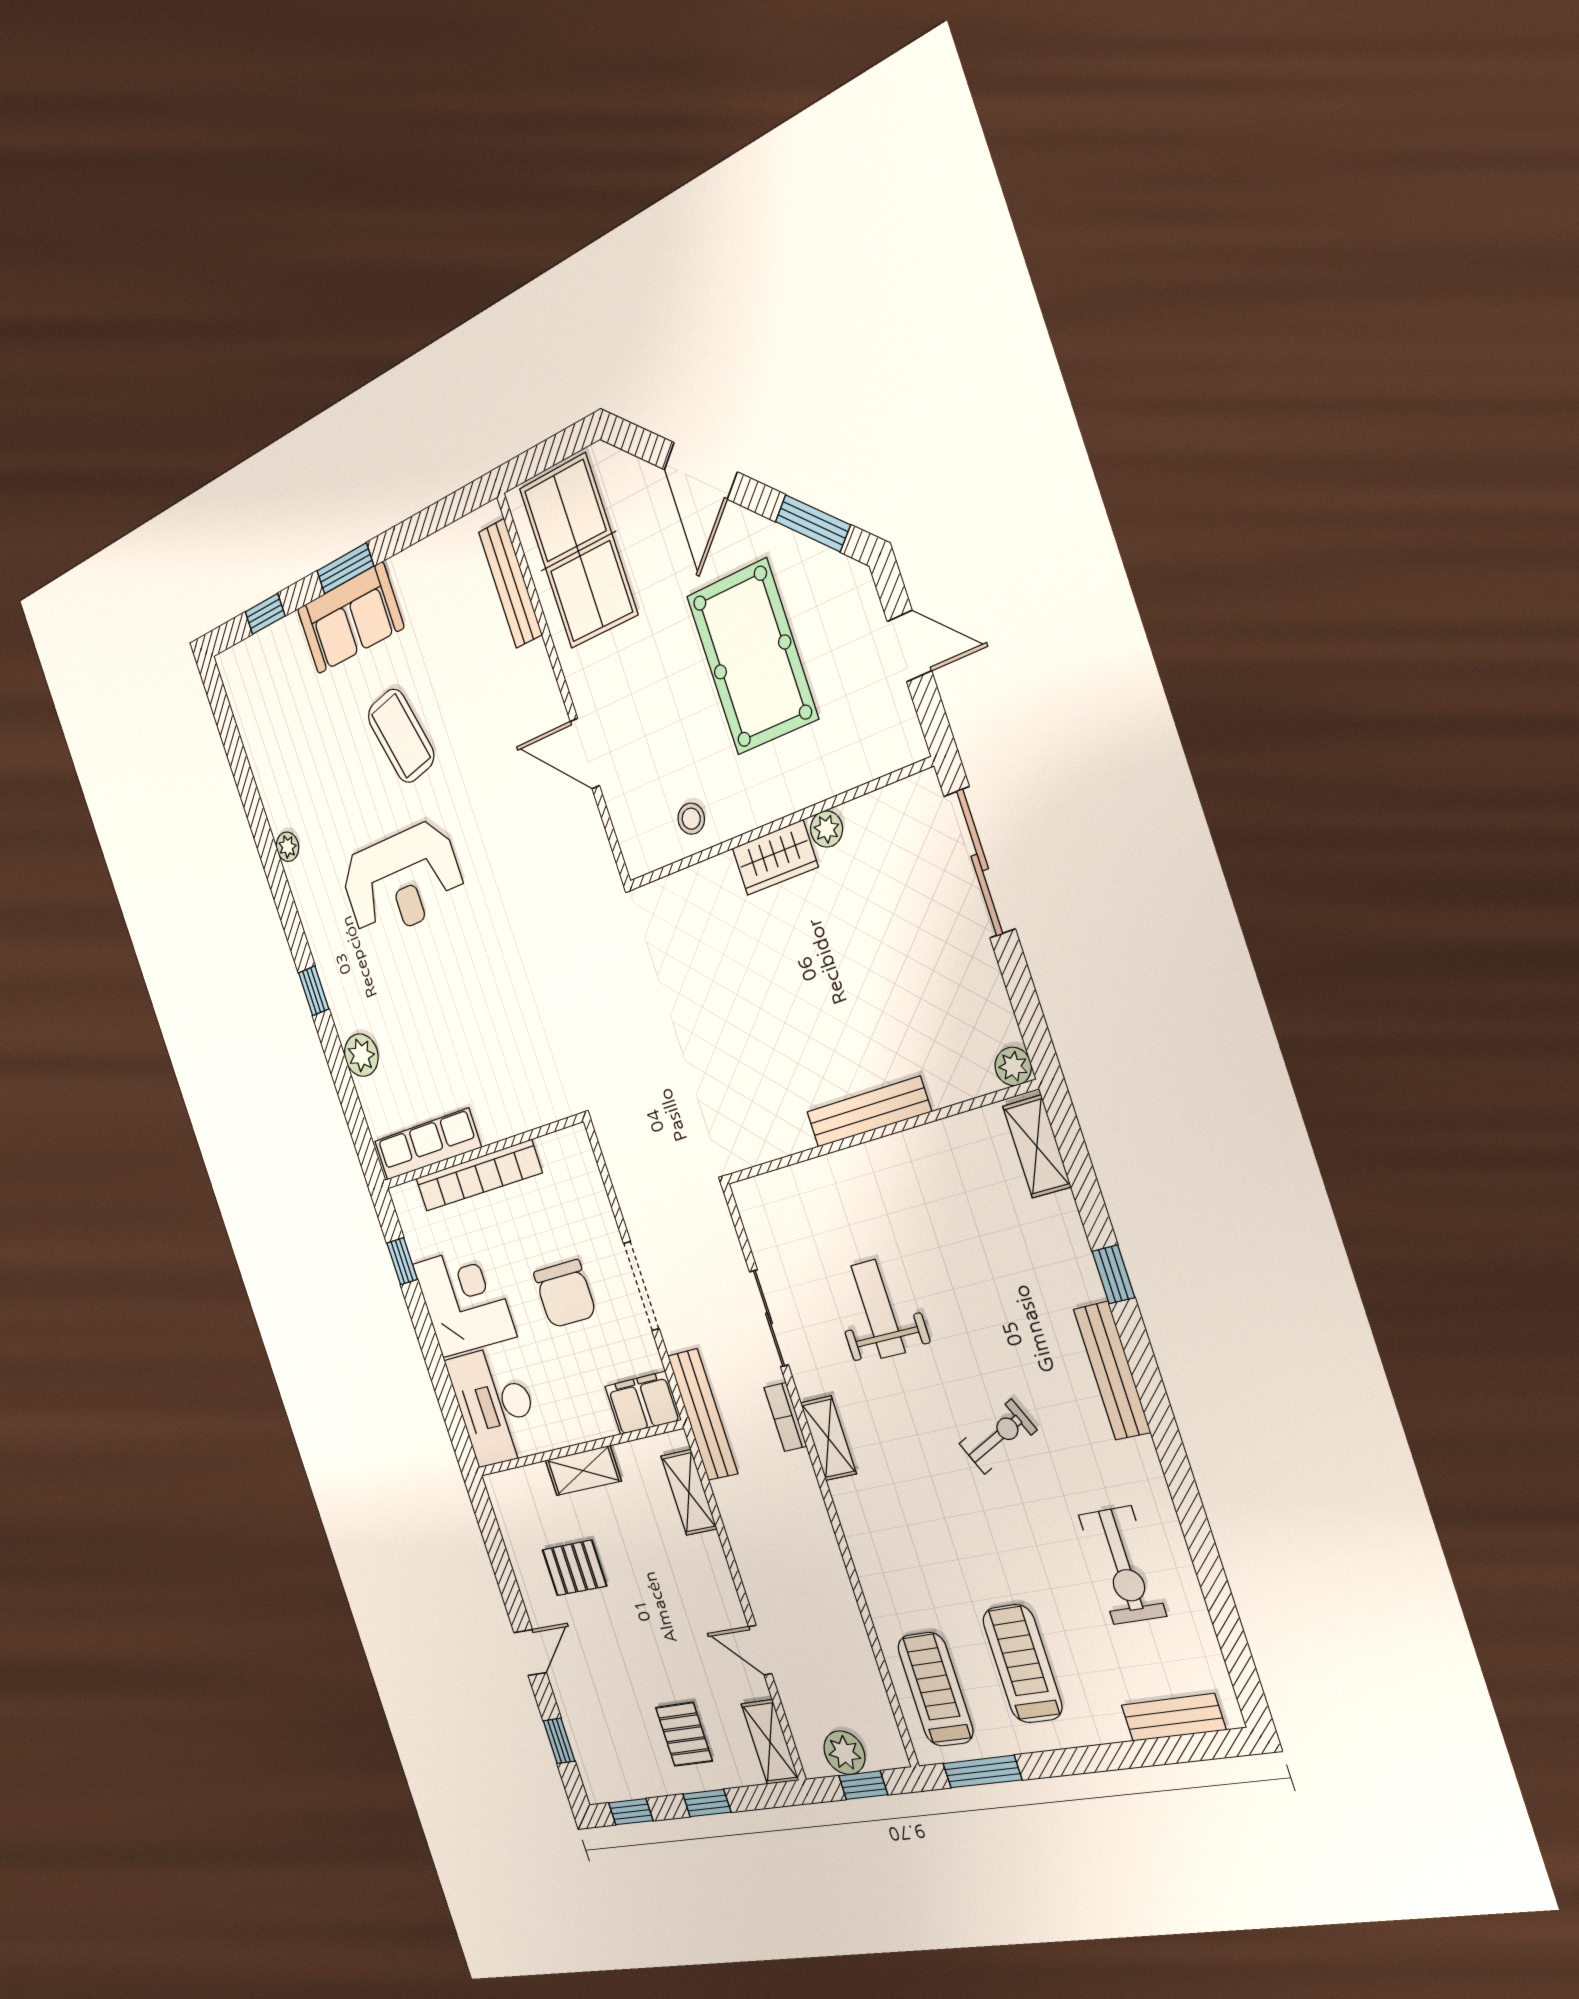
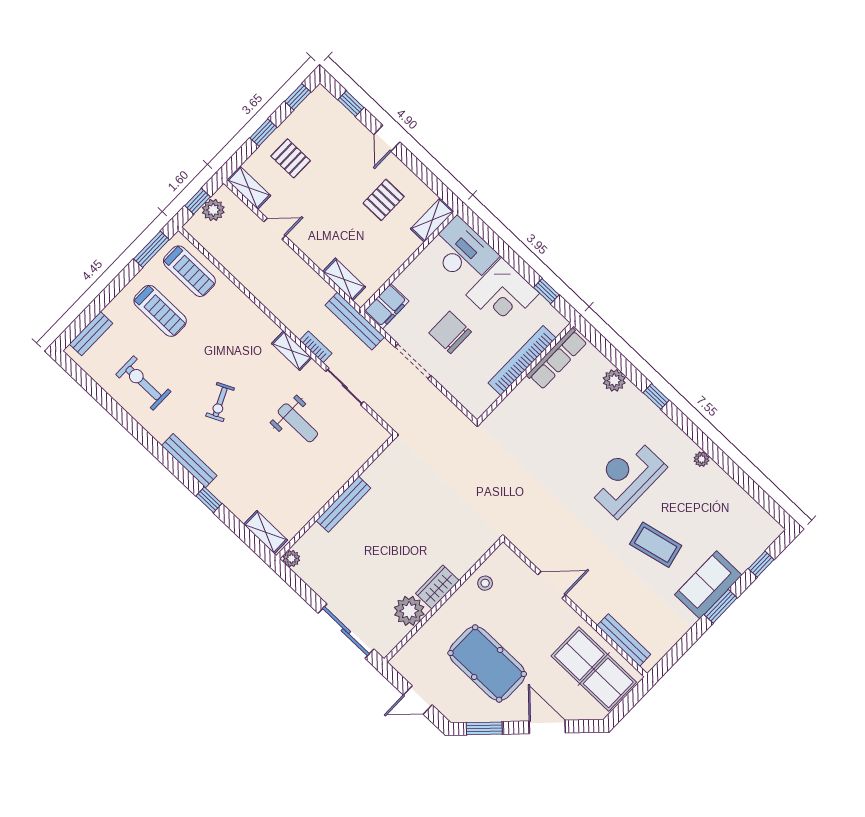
plant: (827, 829) -> (409, 611), width x1.87, depth x1.87
shelving: (583, 1471) -> (432, 220), moved

